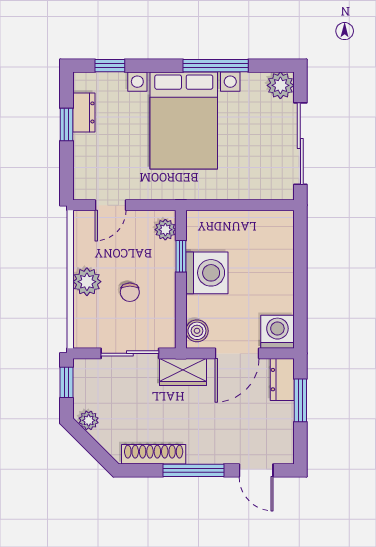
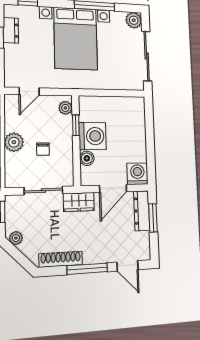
boiler: (197, 331) -> (87, 158), moved
dresser: (282, 380) -> (142, 211), width x1.44

